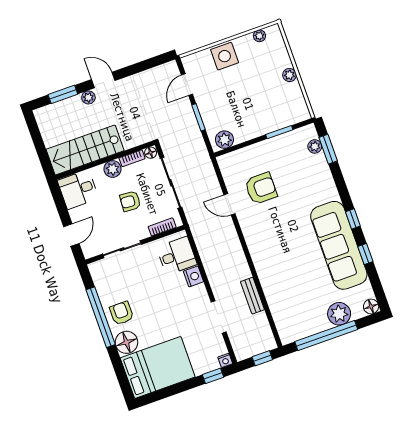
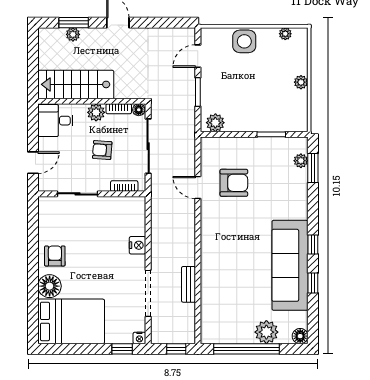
plant: (88, 97) -> (73, 34), moved
desk: (177, 256) -> (128, 219), removed
window: (101, 317) -> (33, 253), removed
doorway: (219, 317) -> (148, 293), width x1.36

